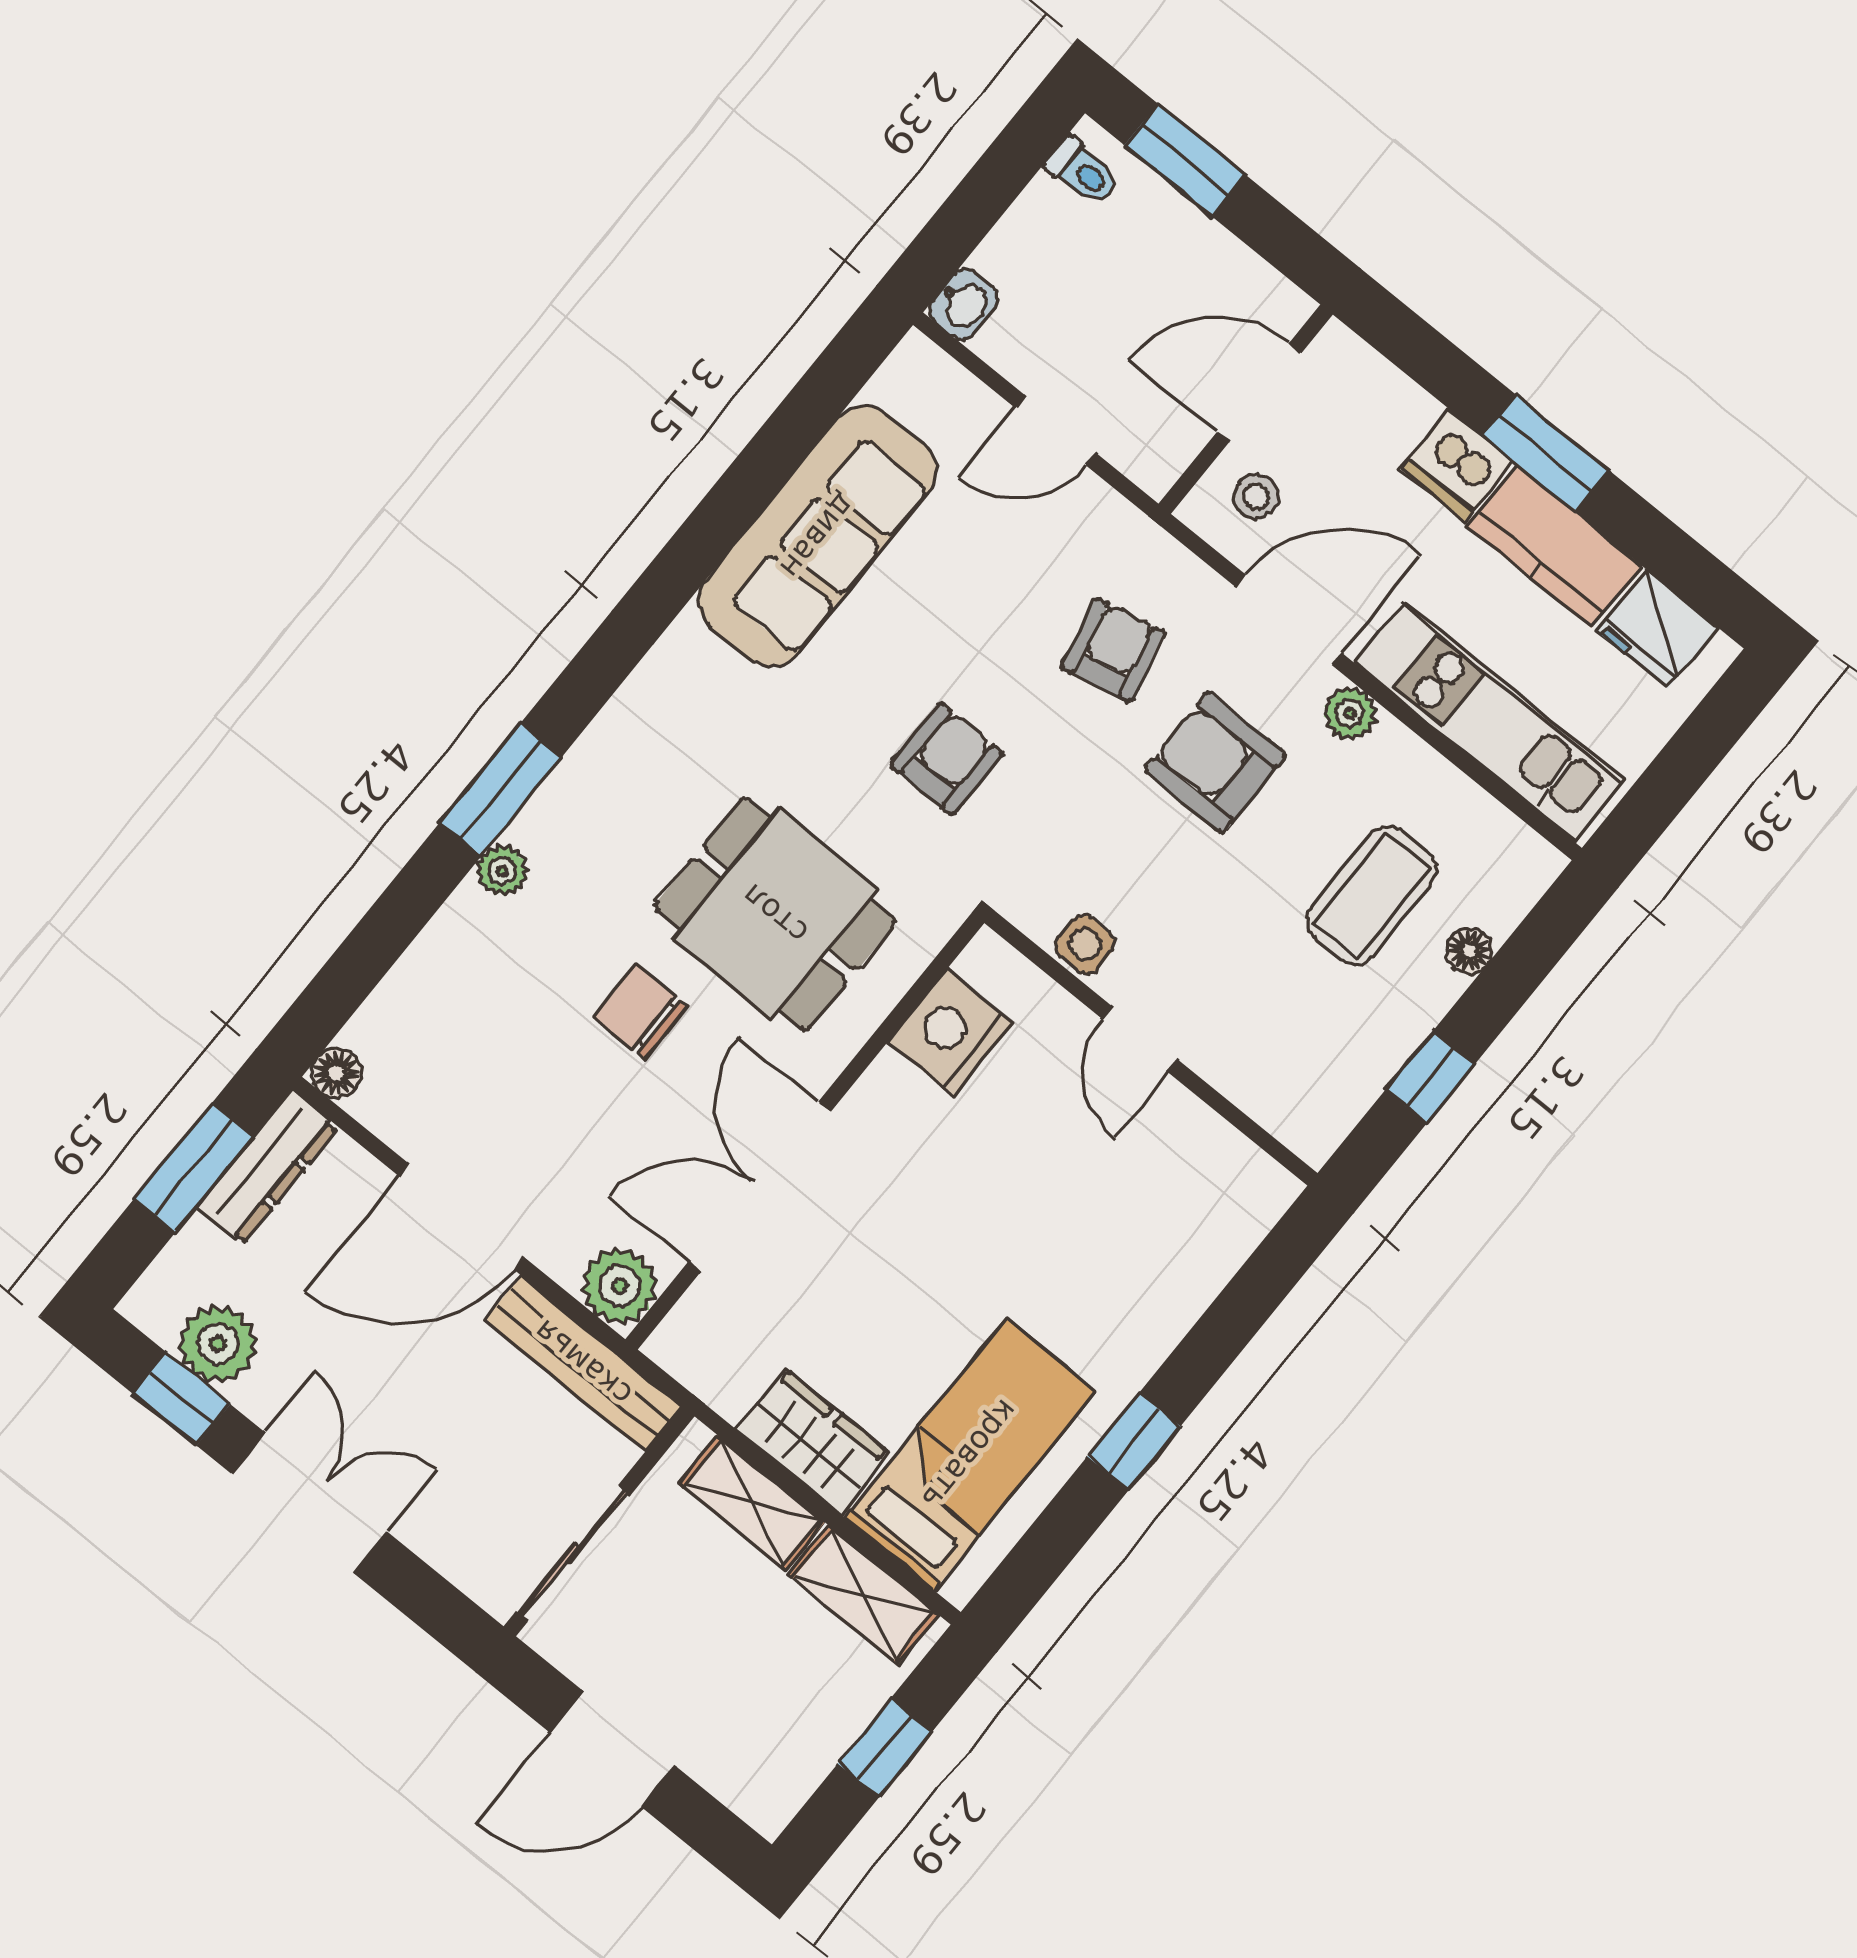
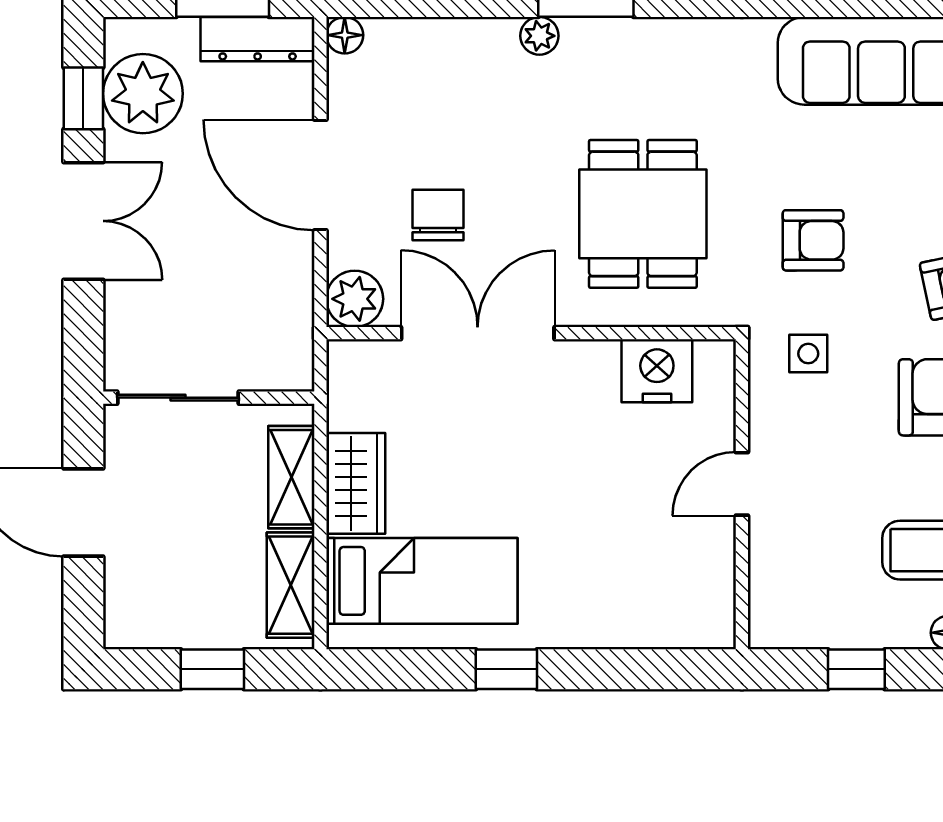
side table: (1085, 944) -> (808, 354), moved
chair: (641, 1011) -> (438, 215), moved
plant: (218, 1344) -> (143, 94), width x1.36, depth x1.36
bench: (583, 1363) -> (293, 314), removed

